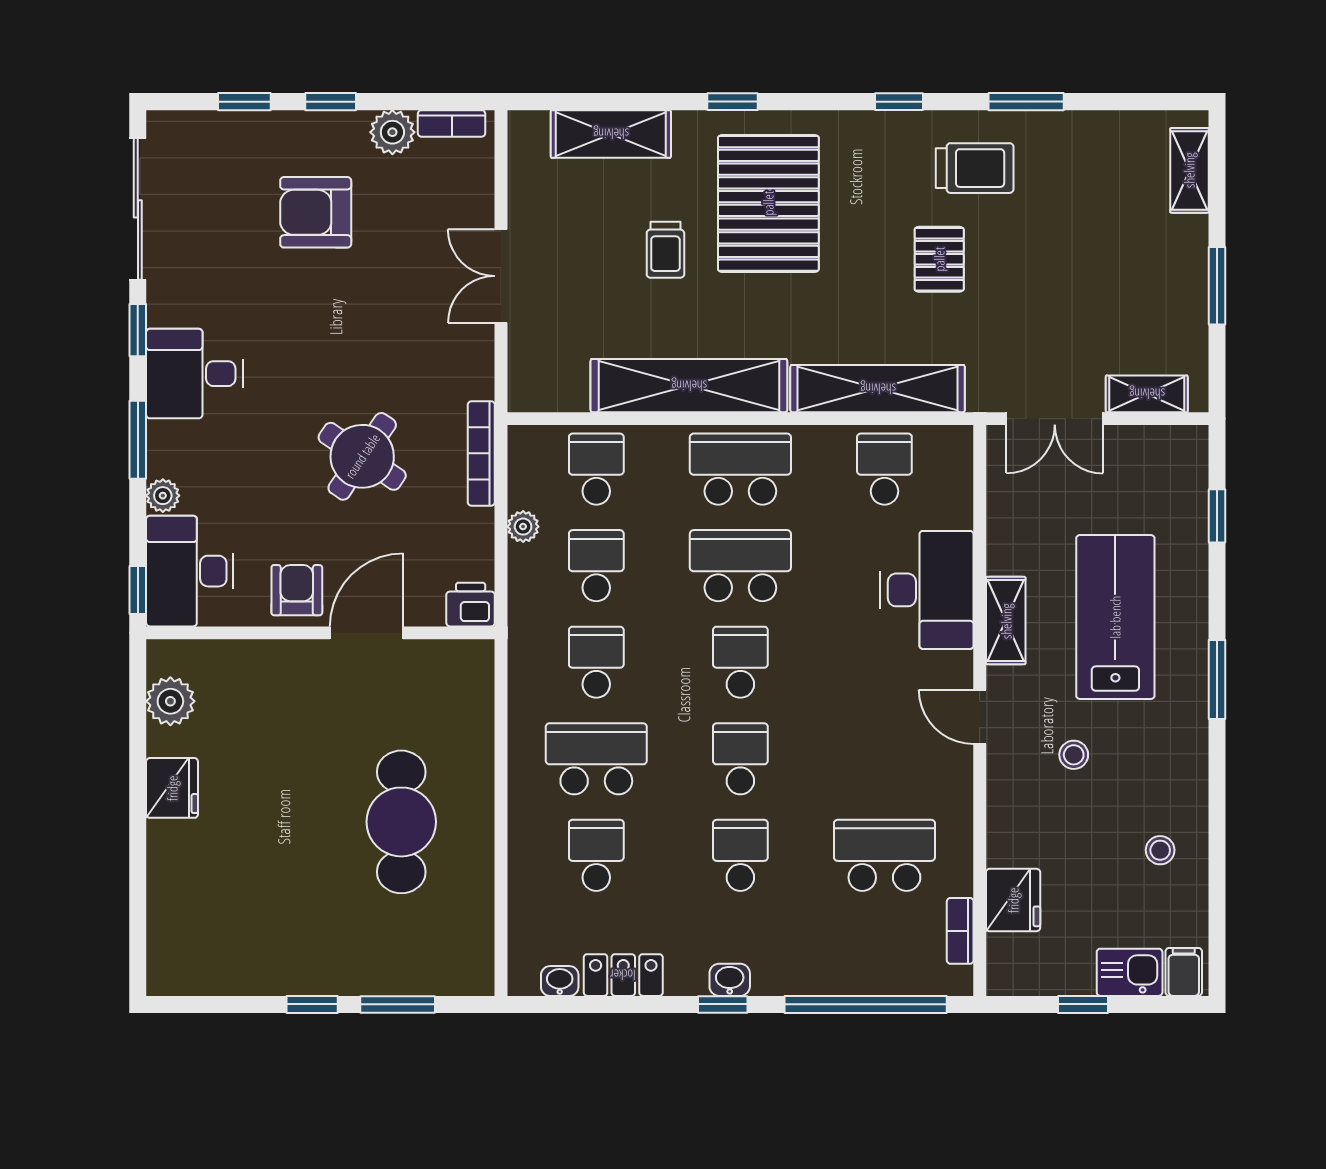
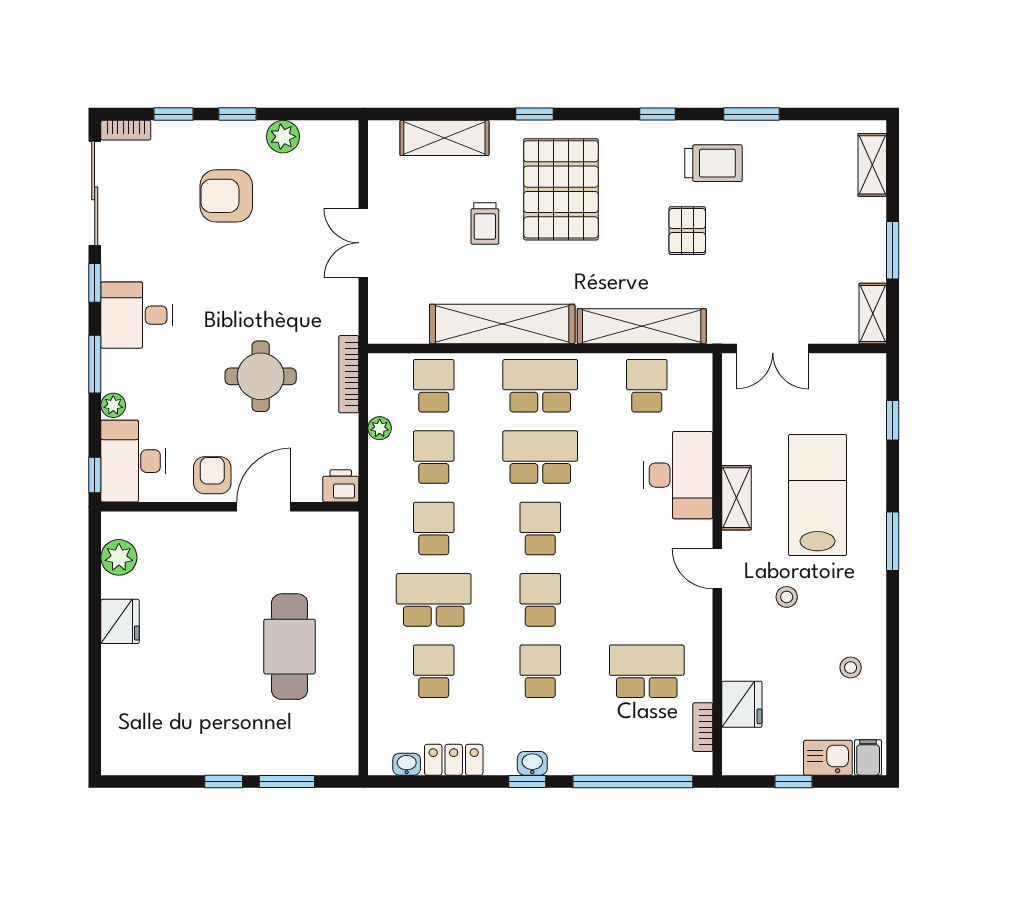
bookcase: (452, 123) -> (126, 130), moved
shelving: (1147, 394) -> (873, 313), moved, turned 90
round table: (362, 456) -> (261, 376), turned -34

